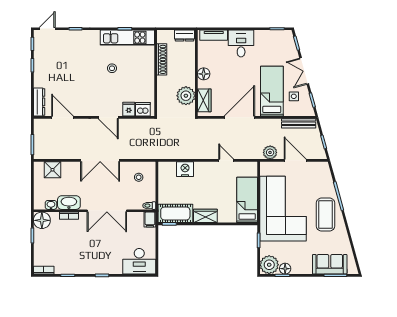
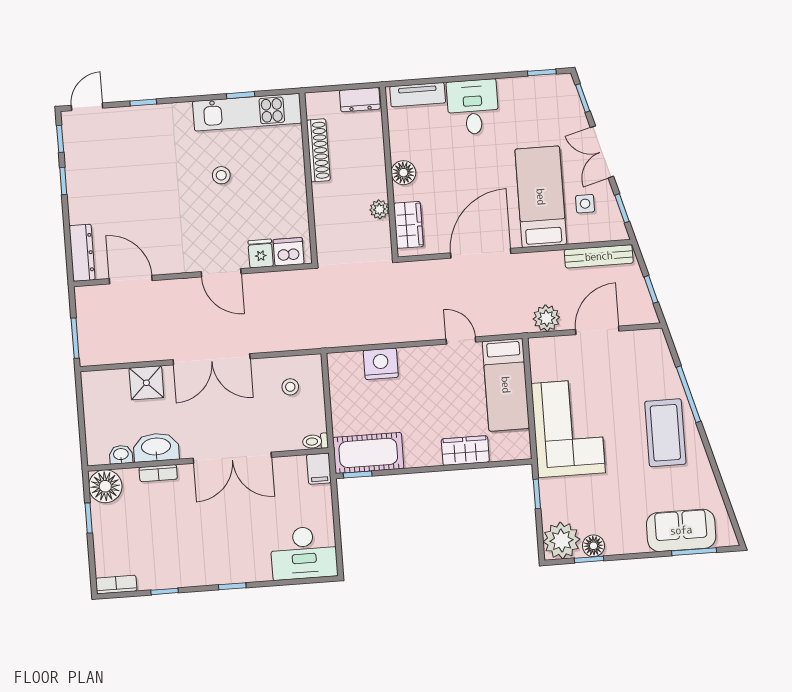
plant: (186, 96) -> (379, 209), width x0.53, depth x0.53
door: (295, 160) -> (597, 330), hinge flipped
shower: (52, 170) -> (146, 383), moved
bed: (247, 200) -> (506, 385), moved, turned 180
corner sofa: (283, 209) -> (568, 428), width x0.73, depth x0.74
wardrobe: (205, 216) -> (465, 451), moved

